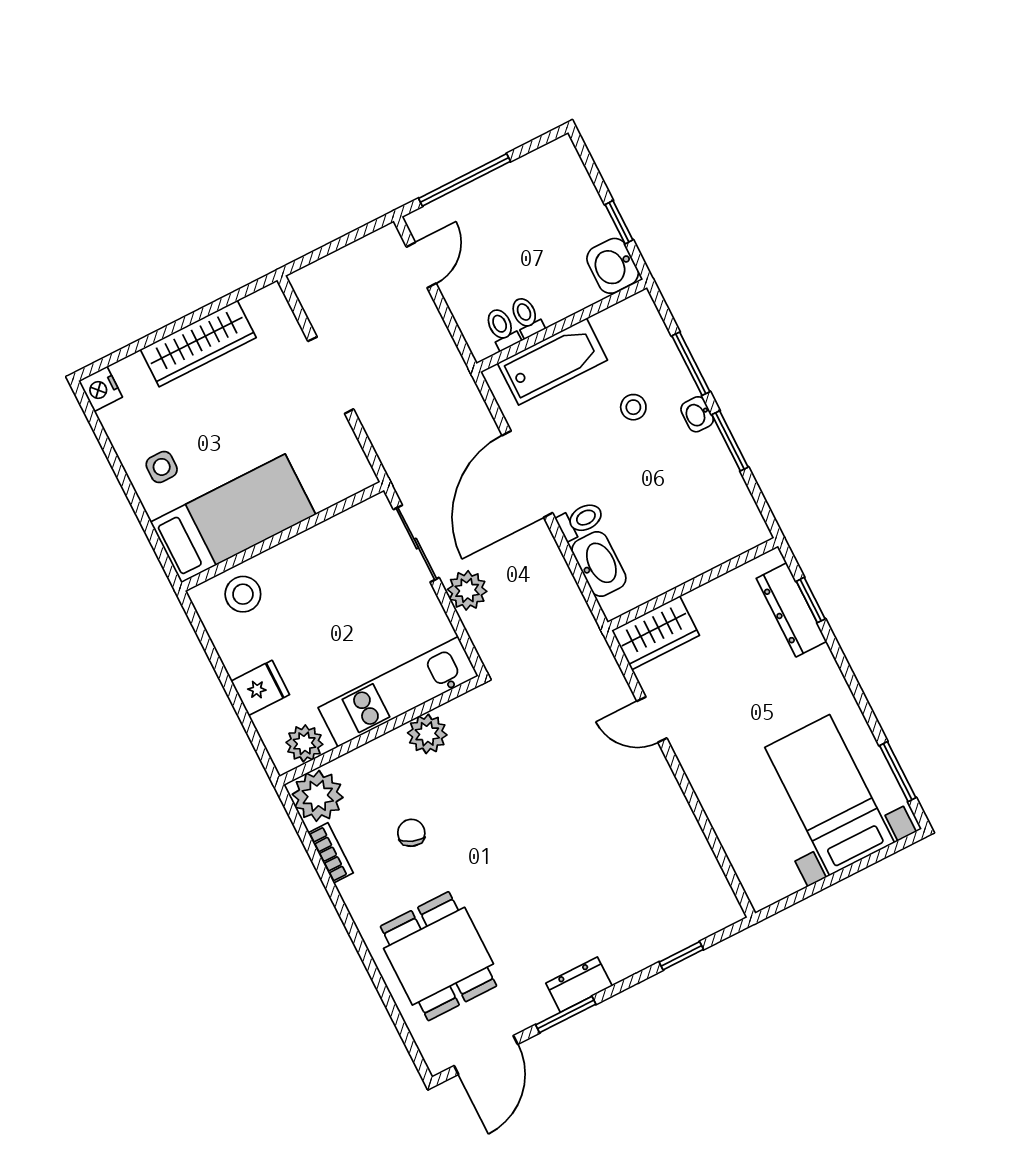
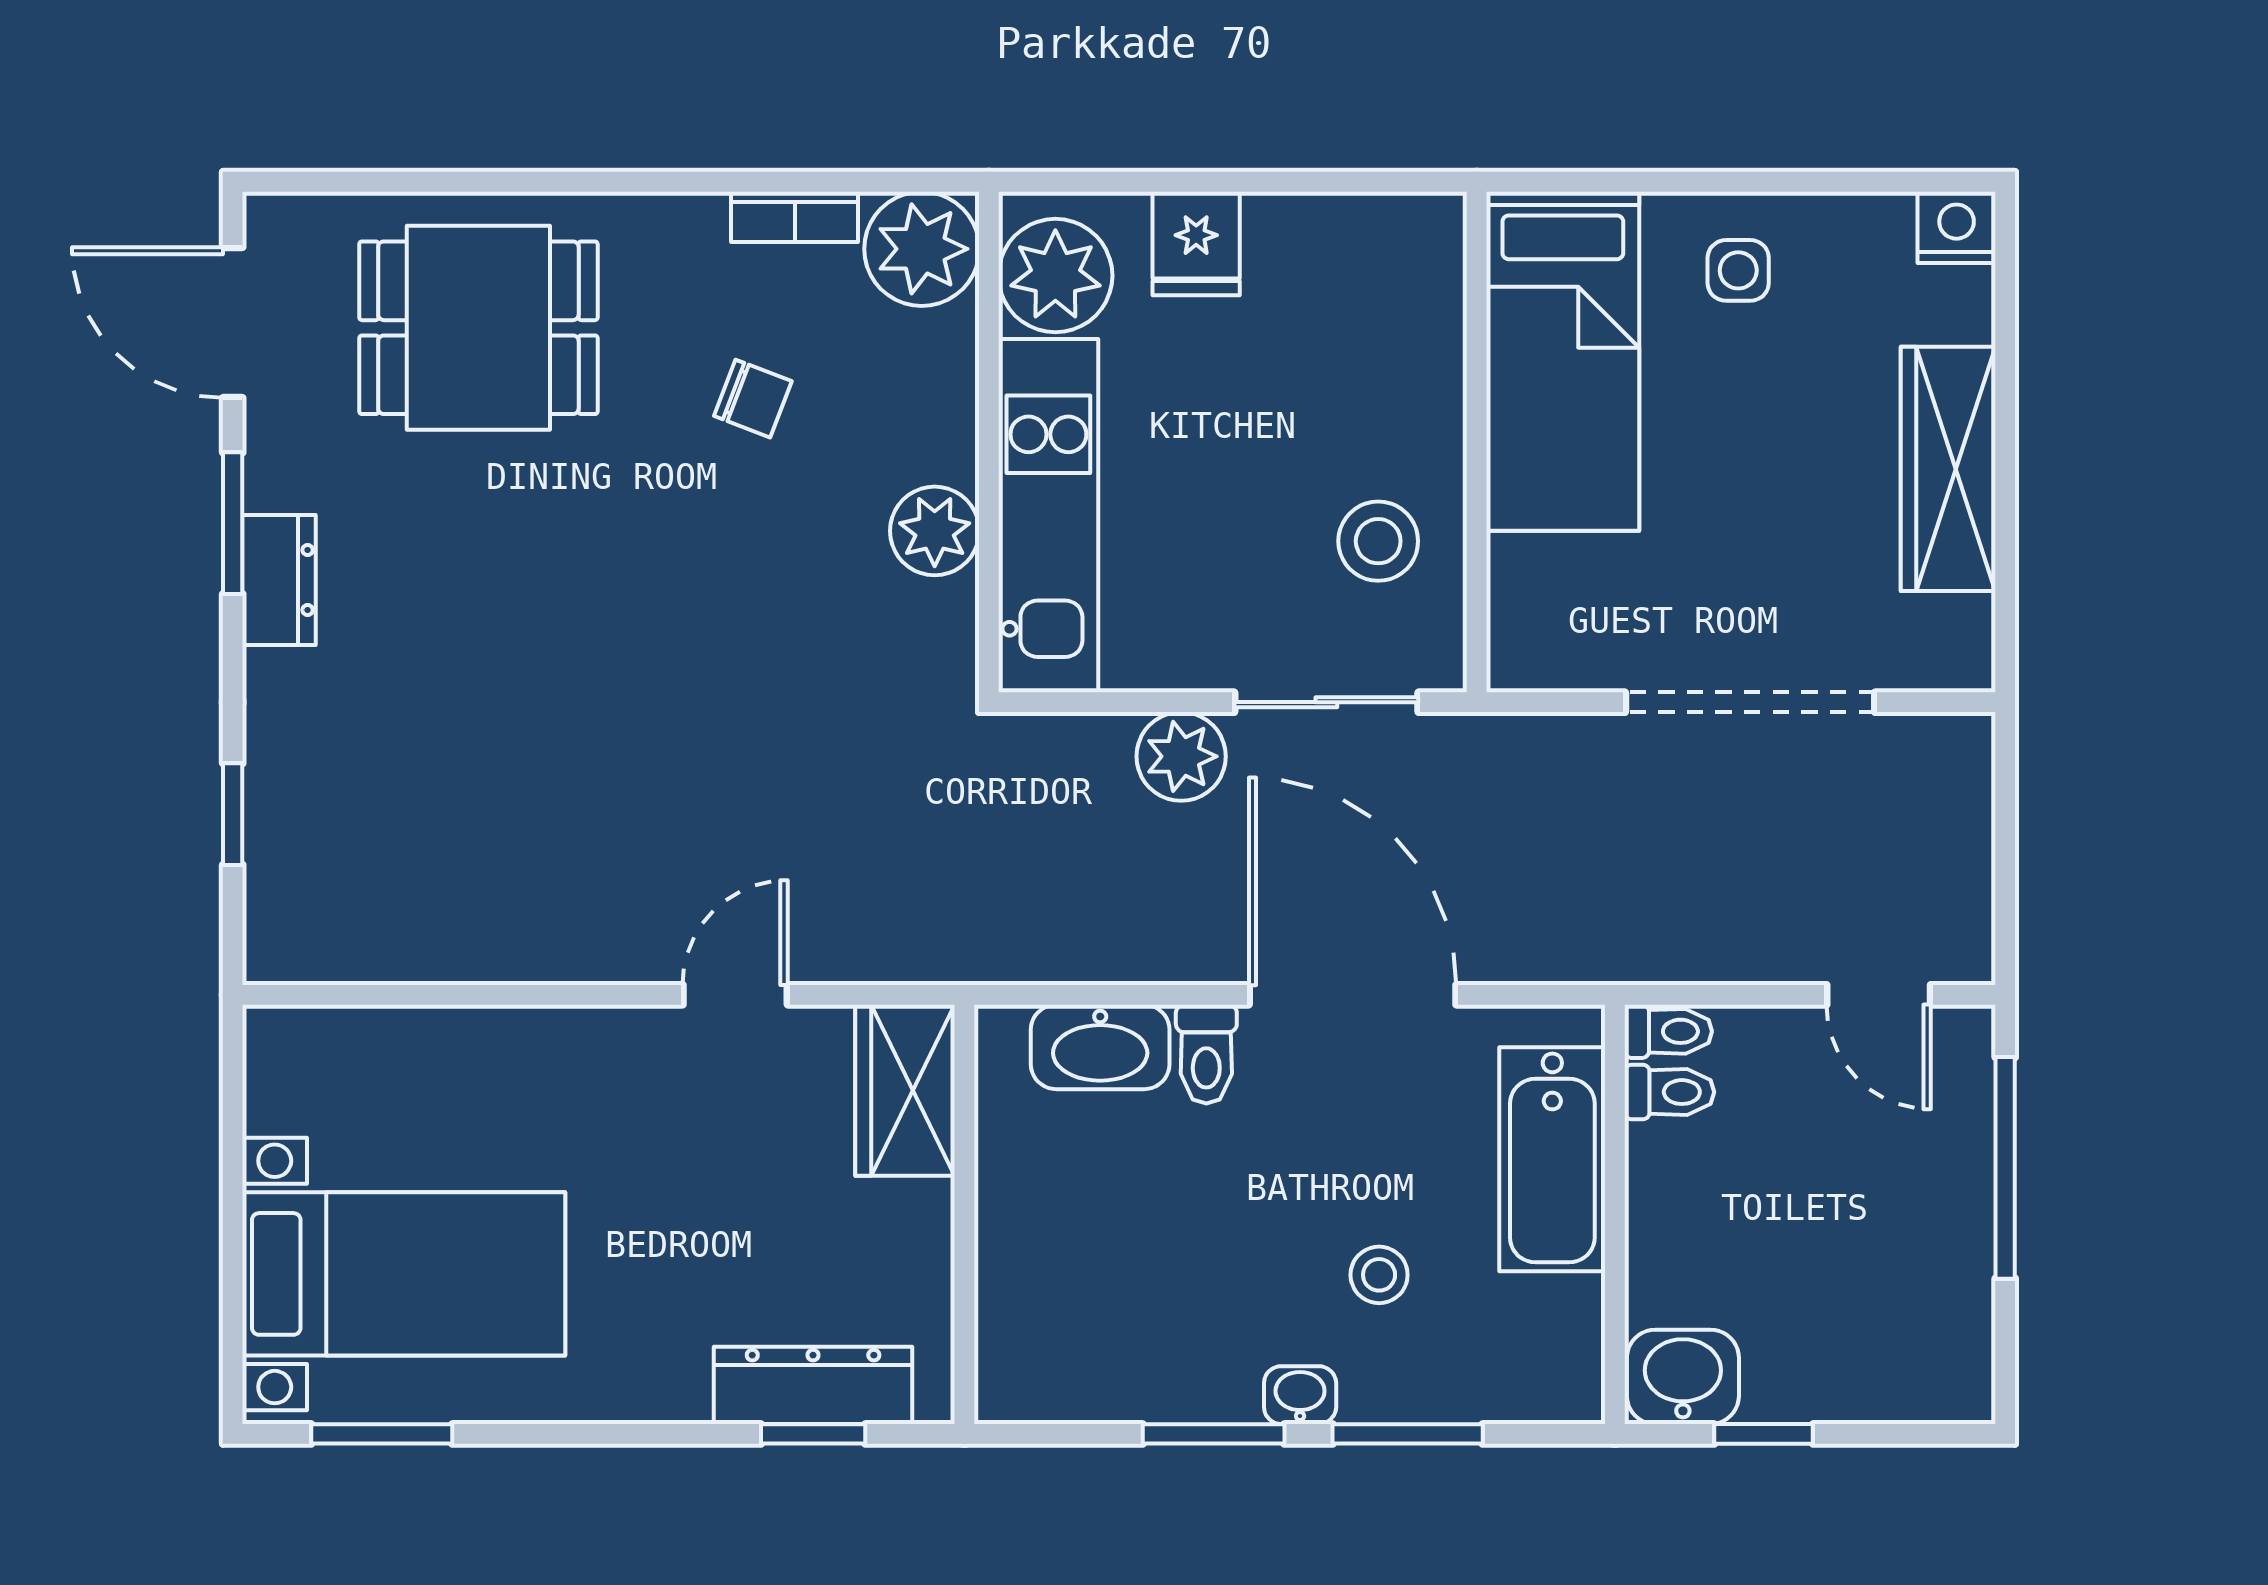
toilet: (526, 317) -> (1668, 1031), moved
doorway: (331, 375) -> (1750, 702), width x1.36
stool: (243, 594) -> (1378, 541), moved
plant: (304, 743) -> (1055, 276), width x1.36, depth x1.36

